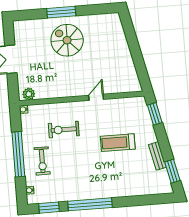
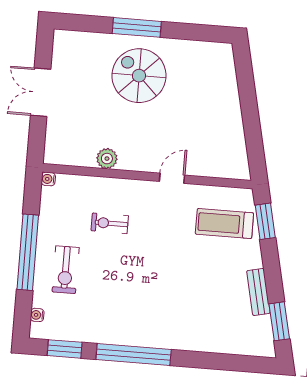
plant: (29, 94) -> (107, 159), moved
exercise bike: (64, 130) -> (110, 223), width x0.73, depth x0.72
treadmill: (118, 143) -> (224, 224), moved

